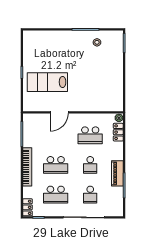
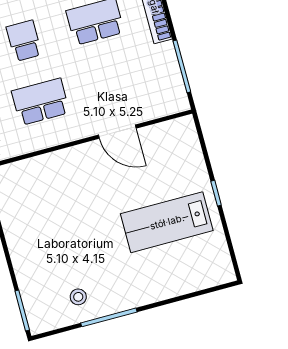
lab bench: (47, 82) -> (167, 222), moved, turned 180
door: (59, 112) -> (117, 132), swing flipped

